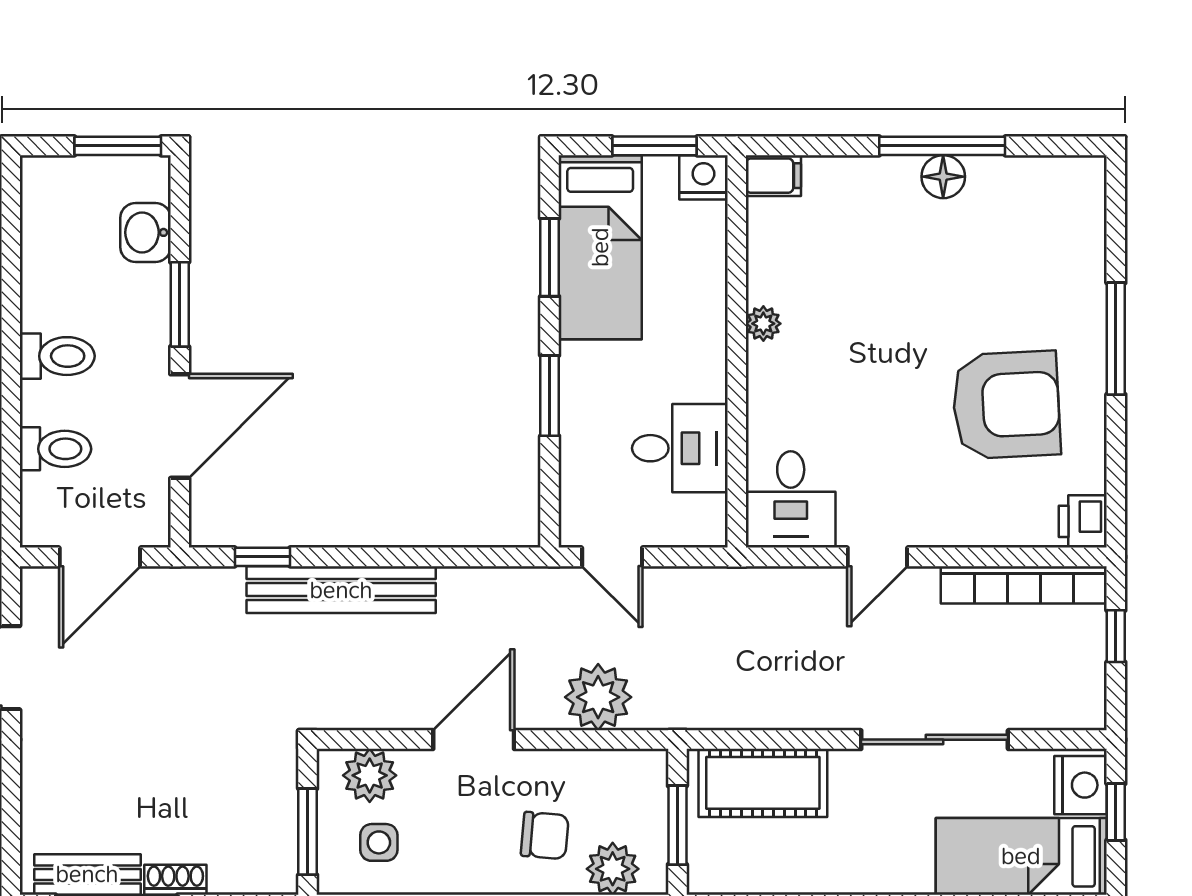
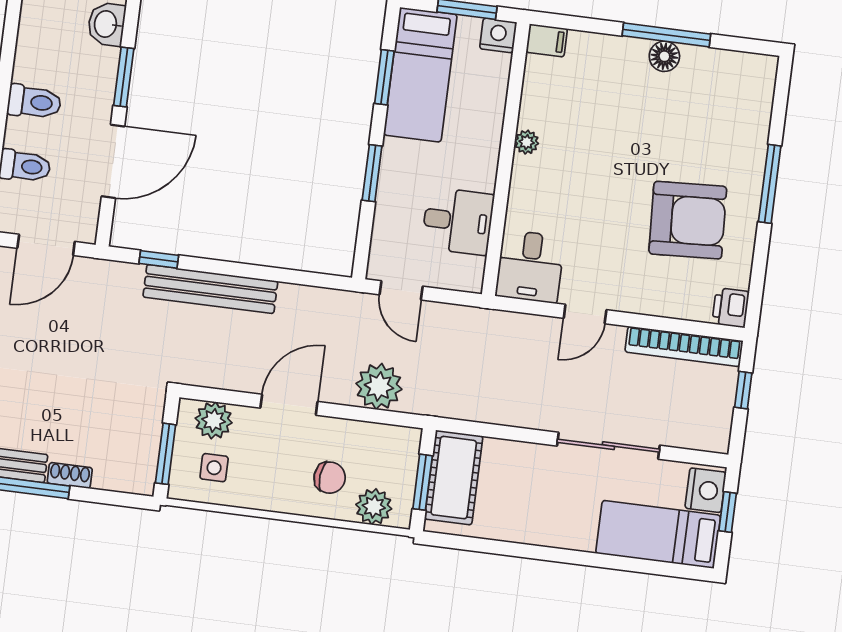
cot: (763, 783) -> (454, 478), moved, turned 90

